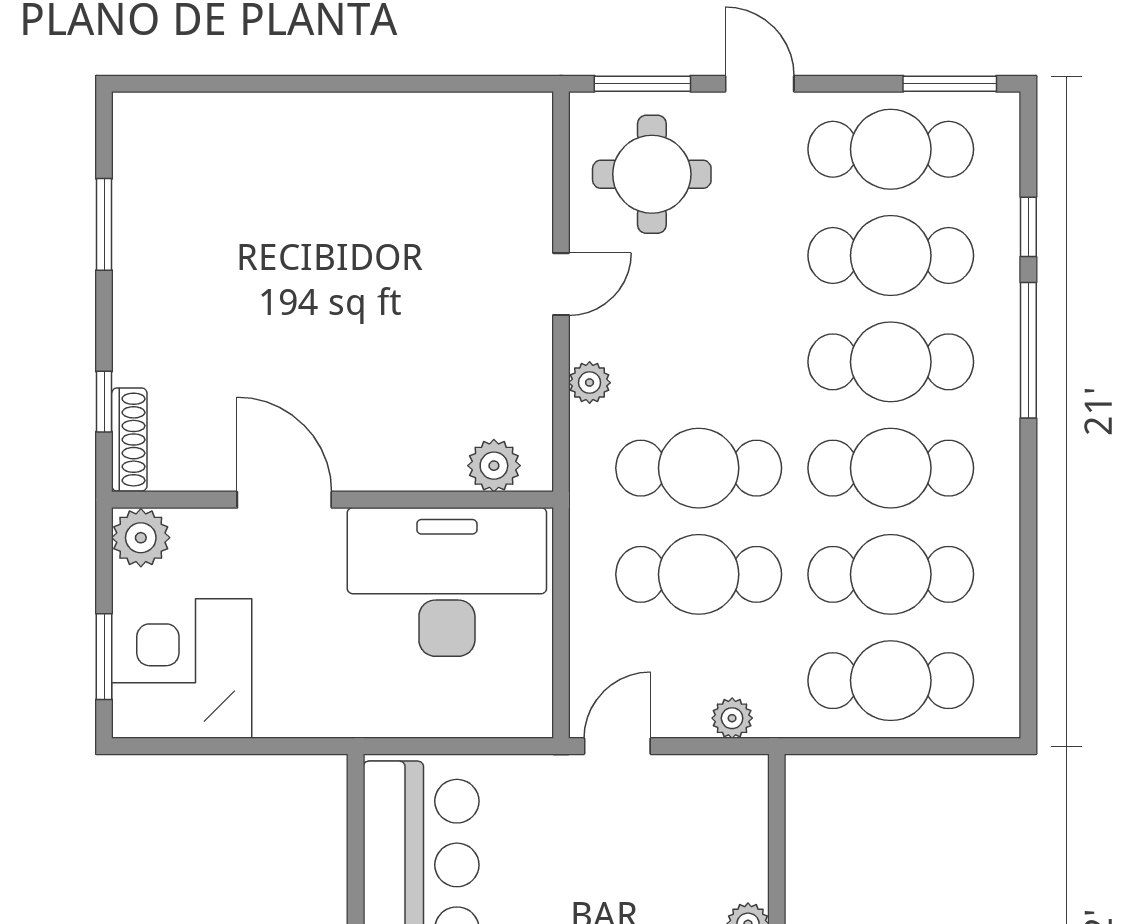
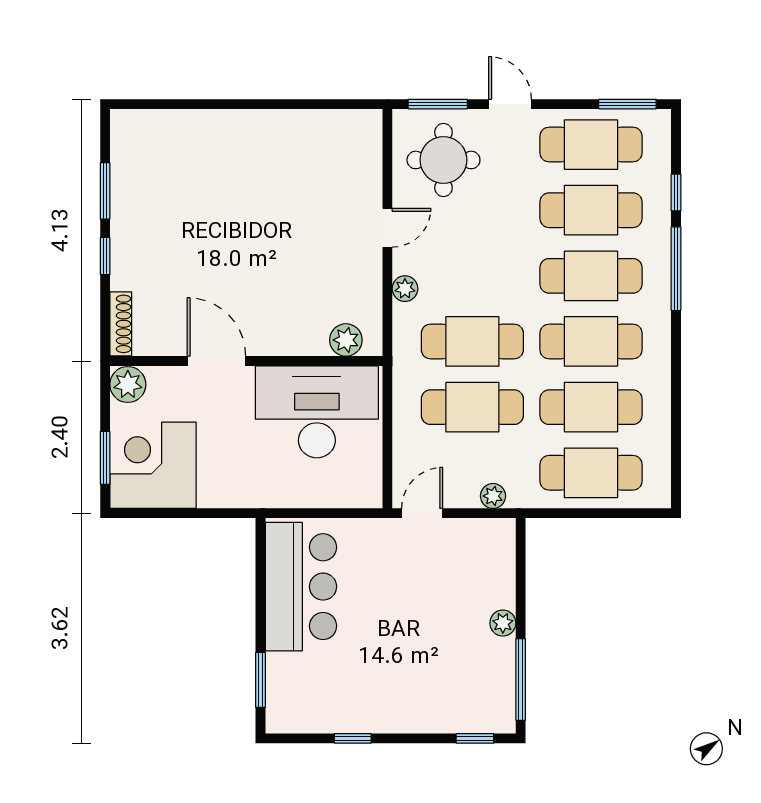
window: (104, 402) -> (105, 256), moved

